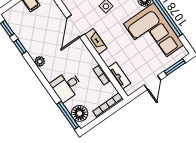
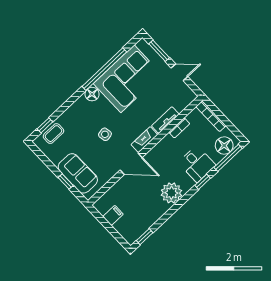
window: (20, 47) -> (203, 182), moved
plant: (40, 61) -> (171, 193), width x1.87, depth x1.87
tv unit: (119, 76) -> (165, 120), moved

